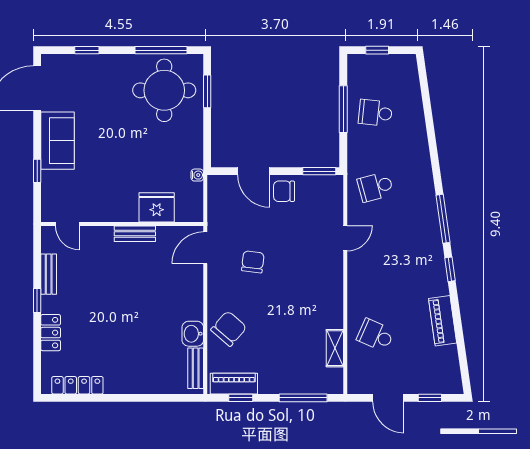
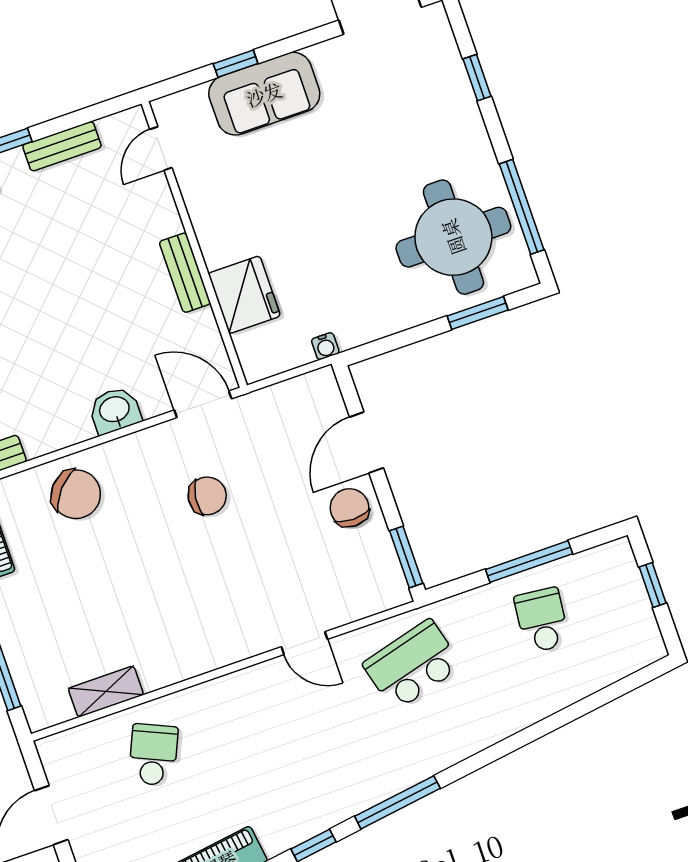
sofa: (58, 141) -> (264, 94), moved
school desk: (375, 187) -> (412, 665), width x1.85
washbasin: (193, 334) -> (115, 410), moved

